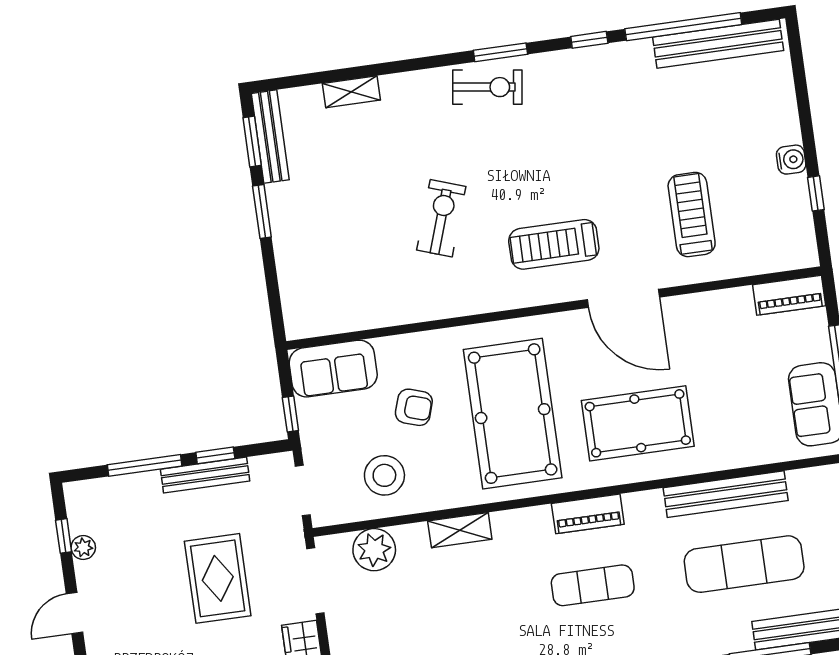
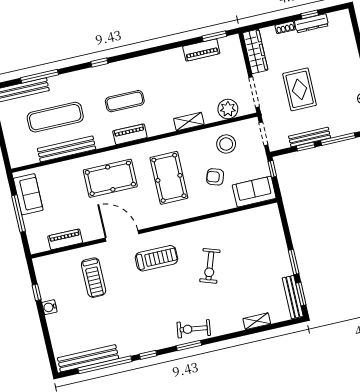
piano: (789, 295) -> (65, 239), moved
pool table: (513, 414) -> (169, 178), width x0.73, depth x0.76

